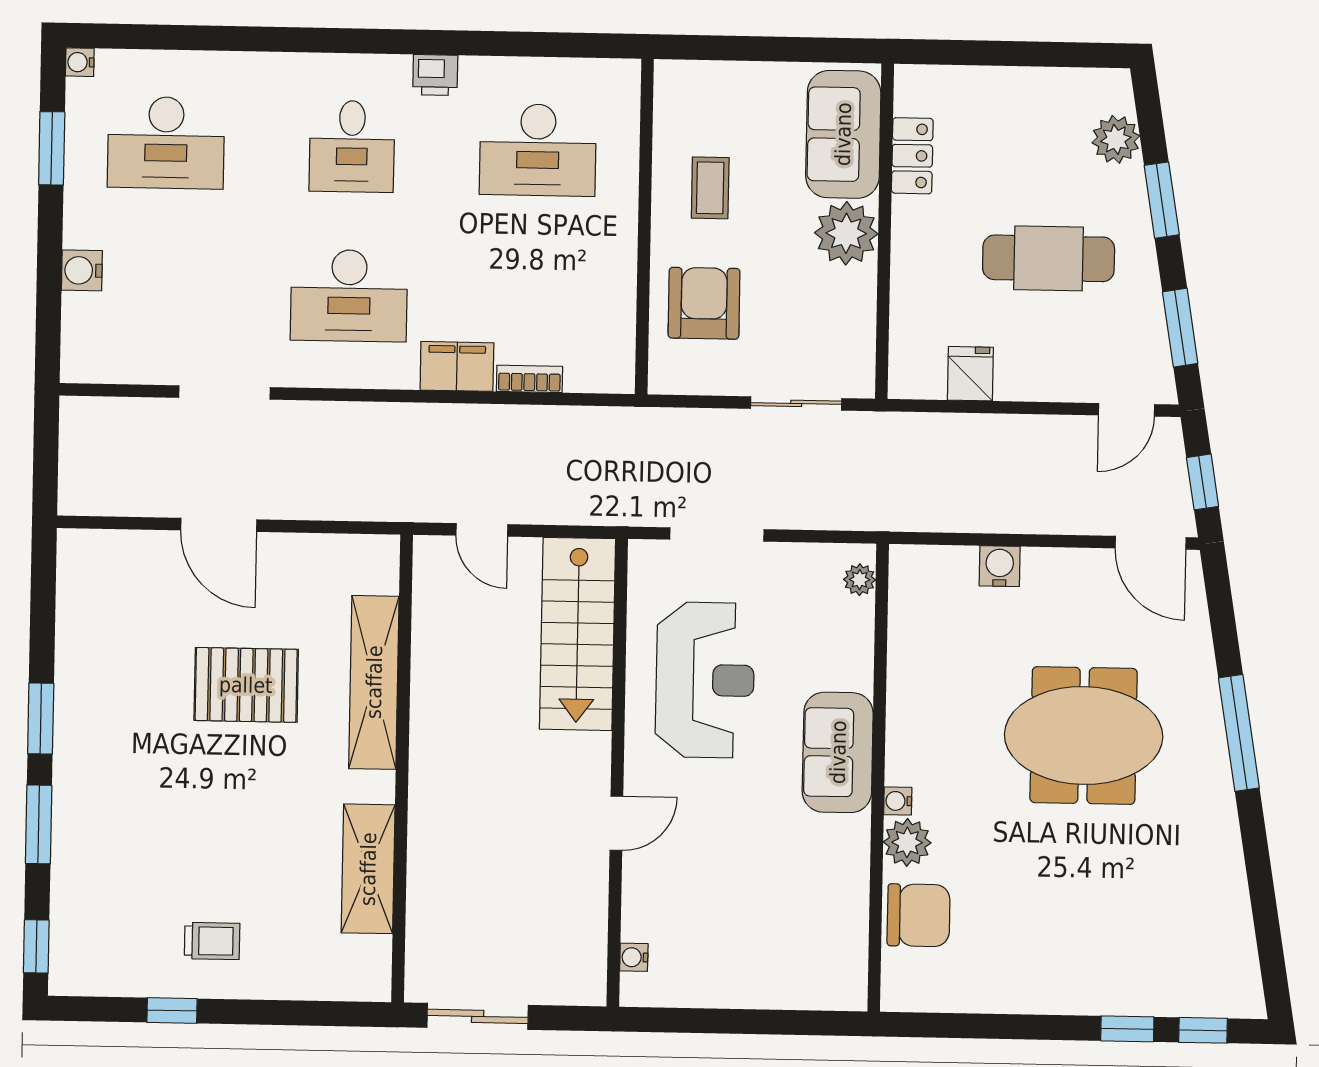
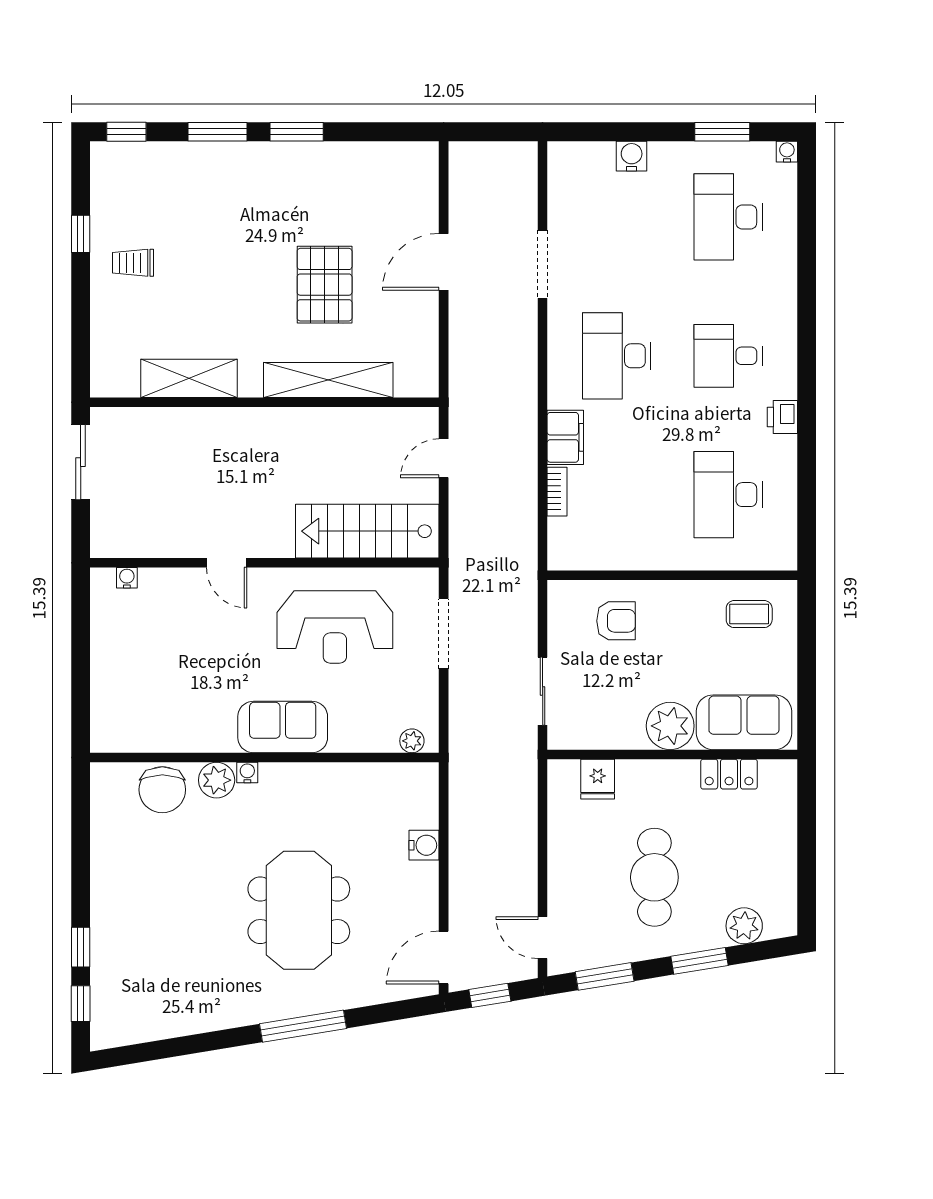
coffee table: (710, 188) -> (749, 614), moved
armchair: (704, 303) -> (616, 621), width x0.72, depth x0.72
fridge: (970, 374) -> (598, 779), moved, turned 90
trolley: (212, 941) -> (133, 263), turned 90

